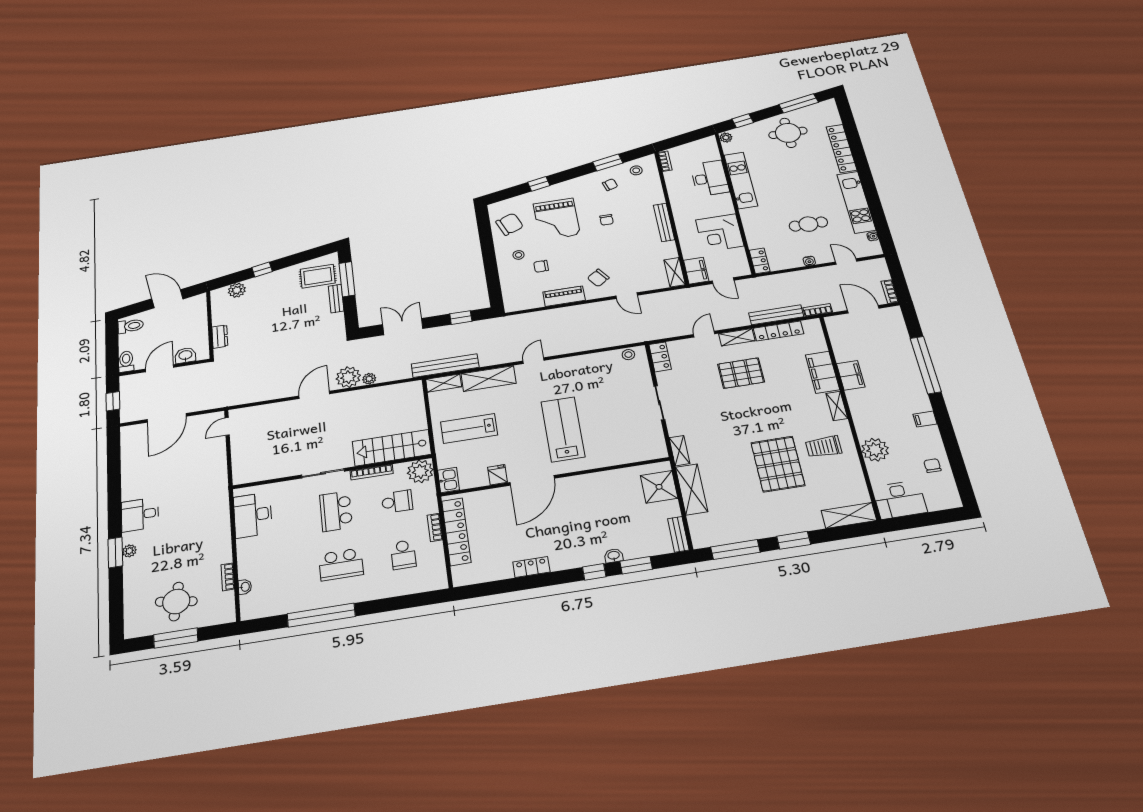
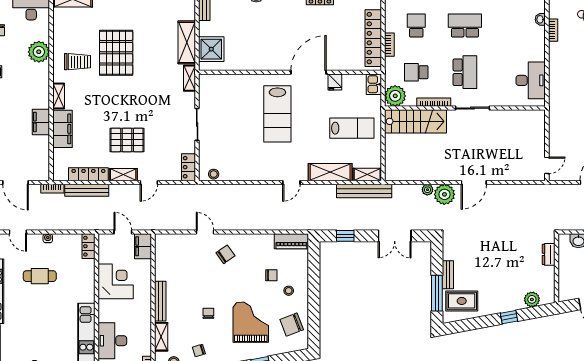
shelving: (675, 272) -> (161, 337), moved
piano: (564, 296) -> (291, 241), moved

